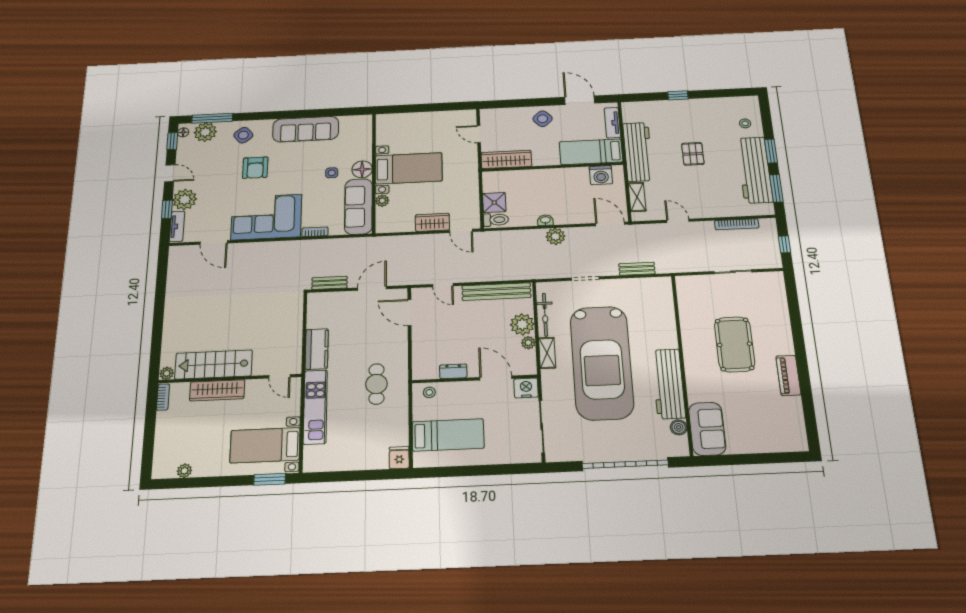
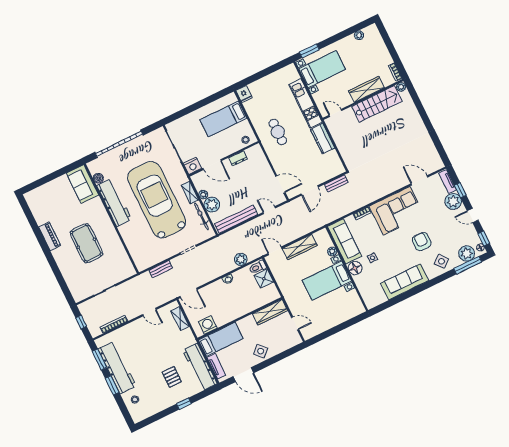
workbench: (638, 152) -> (200, 367), moved
pallet: (693, 154) -> (172, 377), moved
wardrobe: (432, 222) -> (300, 247), width x1.50
plant: (555, 236) -> (241, 259), moved

